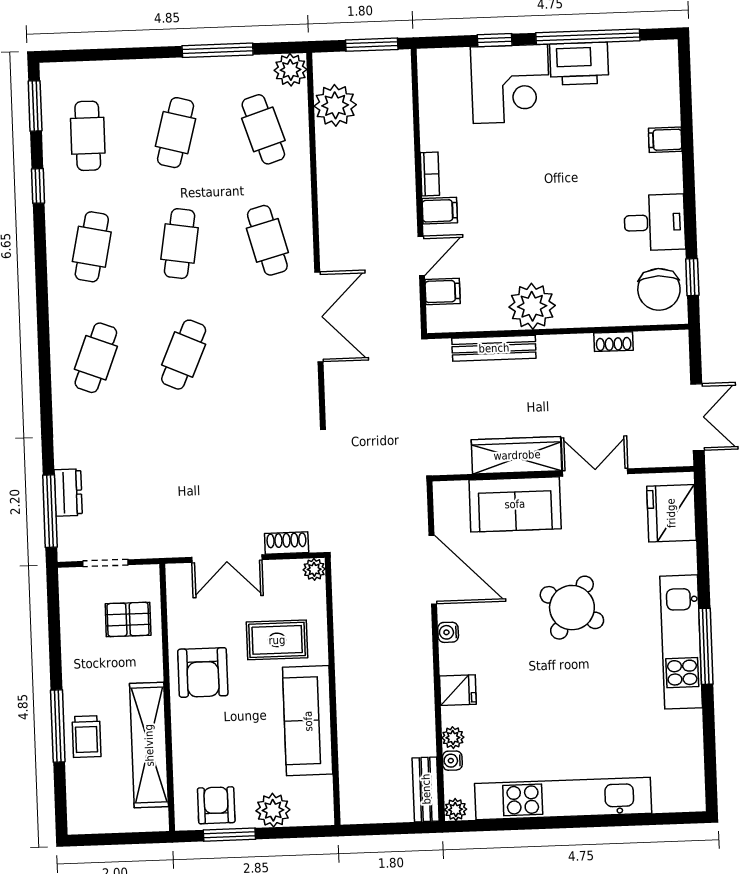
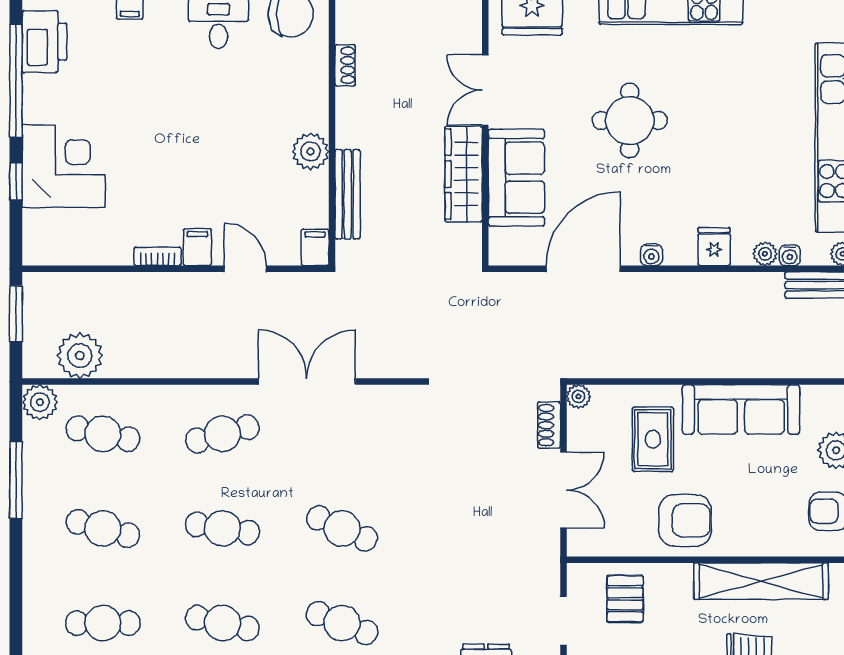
printer: (579, 64) -> (44, 42), moved
cafe table: (263, 129) -> (103, 434), turned 30
filing cabinet: (443, 291) -> (315, 247), moved
plant: (532, 306) -> (310, 151), width x0.73, depth x0.73
round table: (572, 608) -> (630, 120), turned -31

